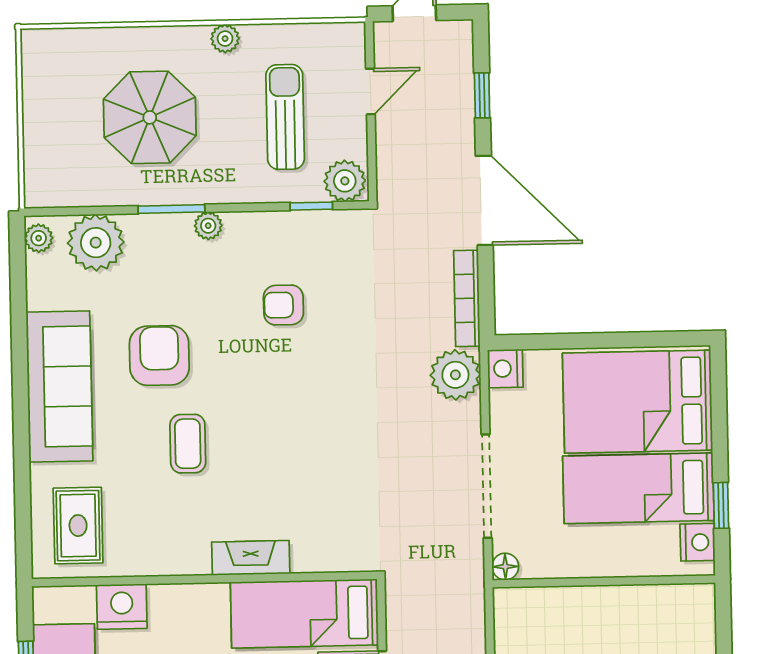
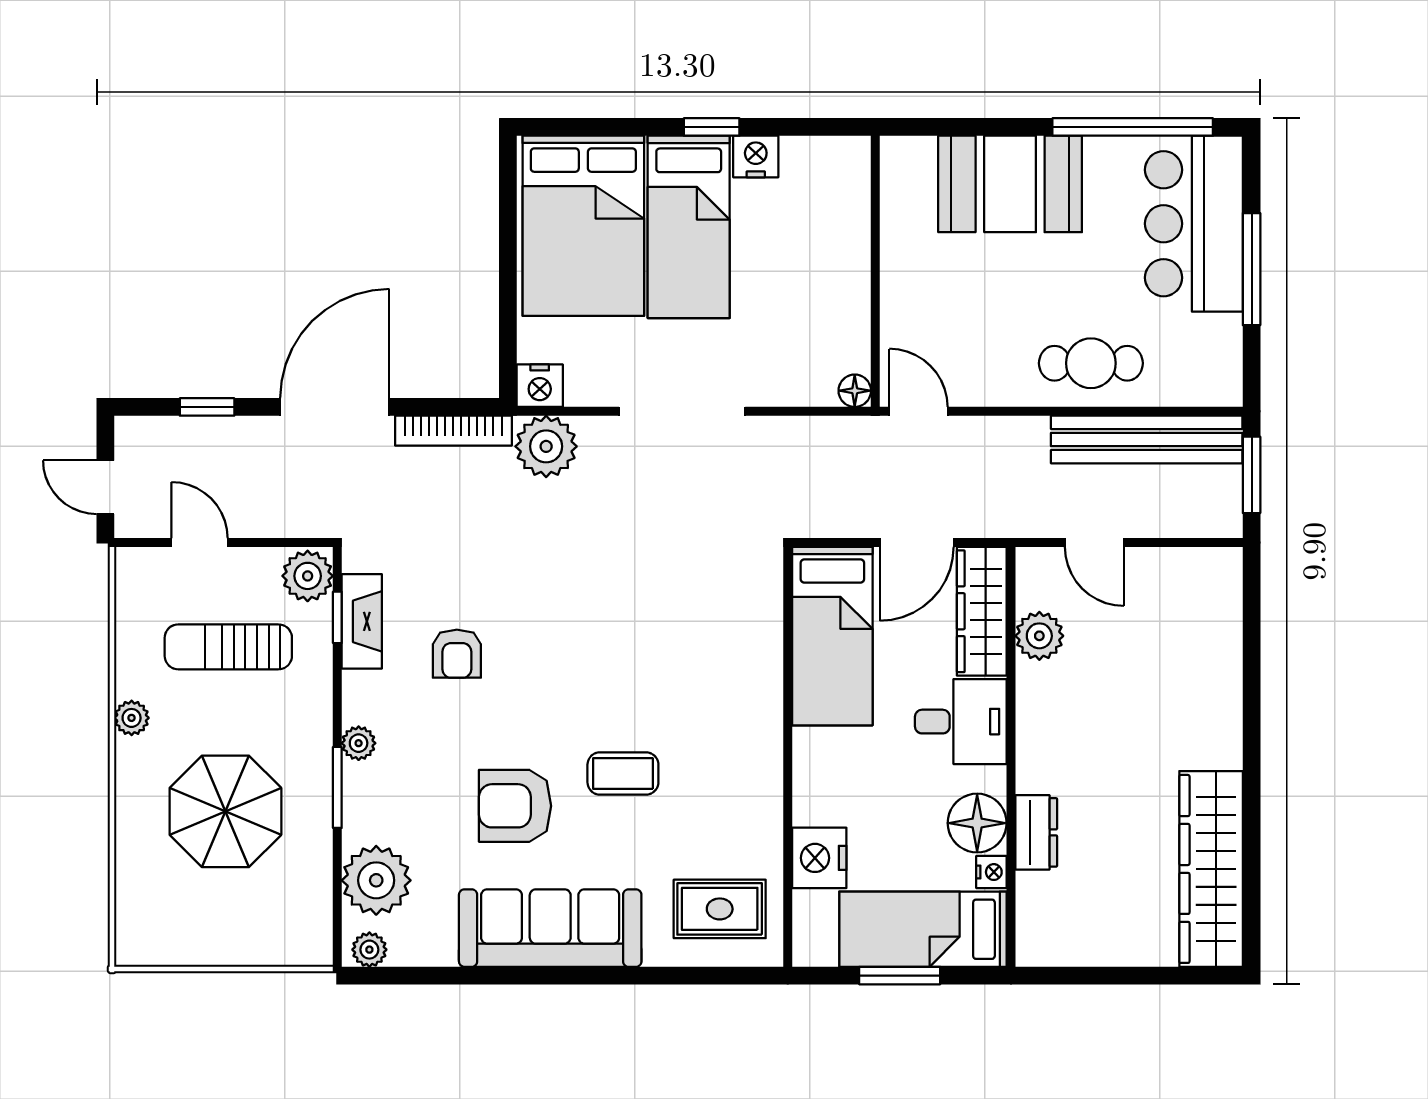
fireplace: (251, 558) -> (362, 621), moved, turned 180
floor lamp: (505, 567) -> (855, 391), moved
wall: (604, 581) -> (875, 271), moved

